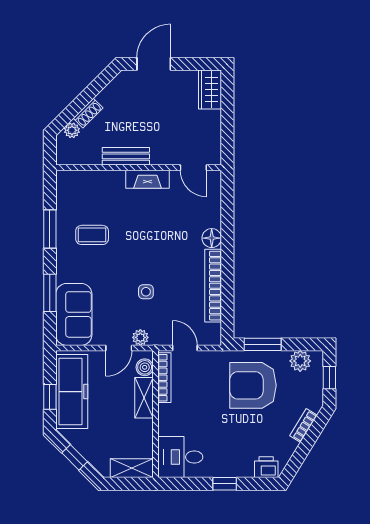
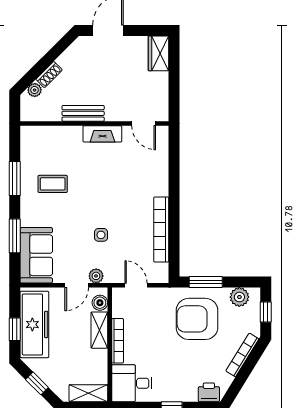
floor lamp: (212, 238) -> (160, 187), removed
bookcase: (164, 378) -> (118, 341), moved
bookcase: (303, 425) -> (242, 355), width x1.56

